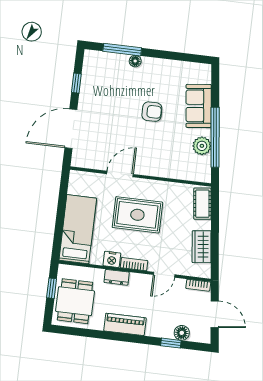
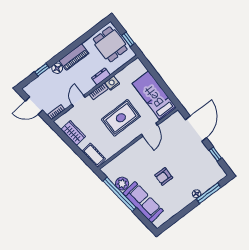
sofa: (199, 106) -> (143, 202), width x1.36
bed: (78, 229) -> (154, 96), moved, turned 180
floor lamp: (182, 333) -> (57, 68), moved

